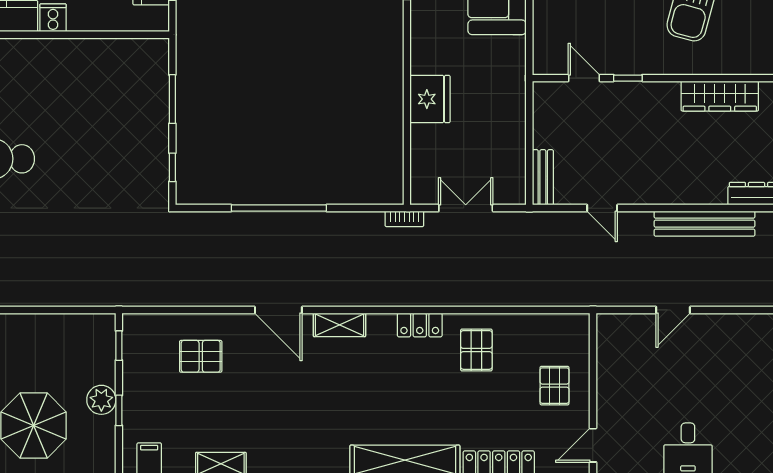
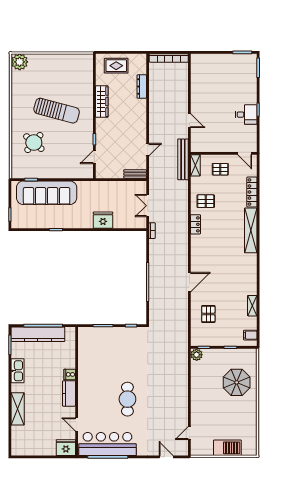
bench: (704, 224) -> (183, 159), moved
shelving: (339, 325) -> (195, 165), moved
plant: (101, 400) -> (197, 355), moved

